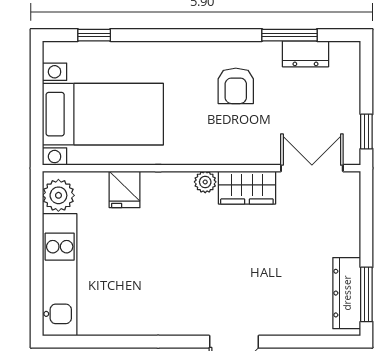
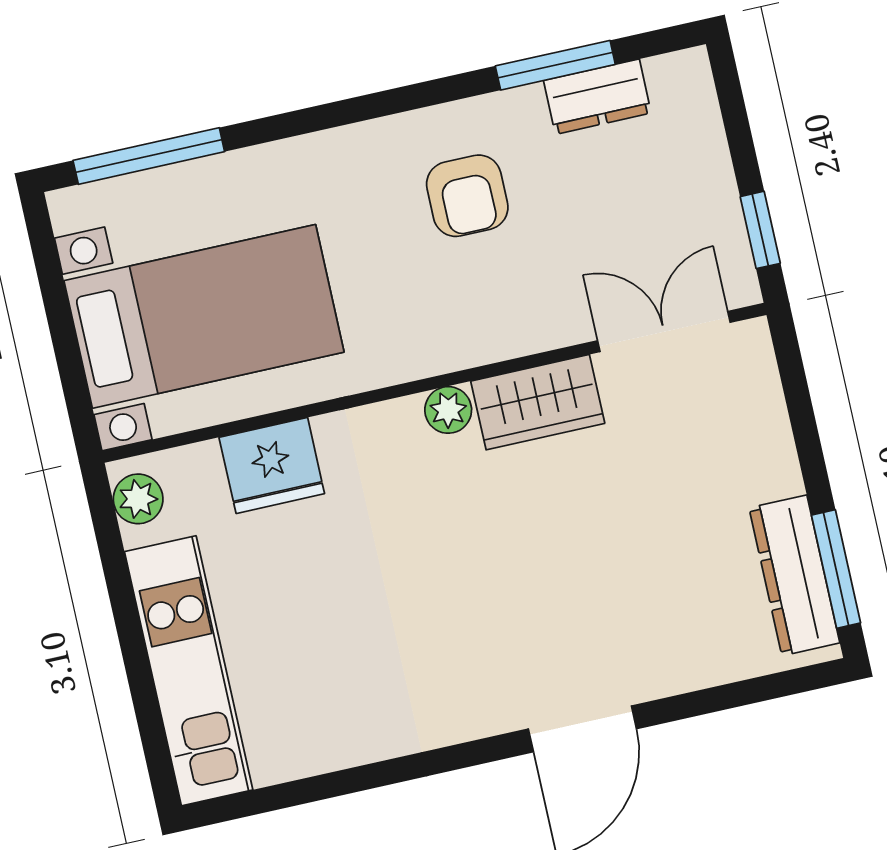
window: (94, 35) -> (149, 156), width x2.17
fridge: (125, 189) -> (272, 466), width x1.38
plant: (58, 195) -> (138, 499), width x0.73, depth x0.73

